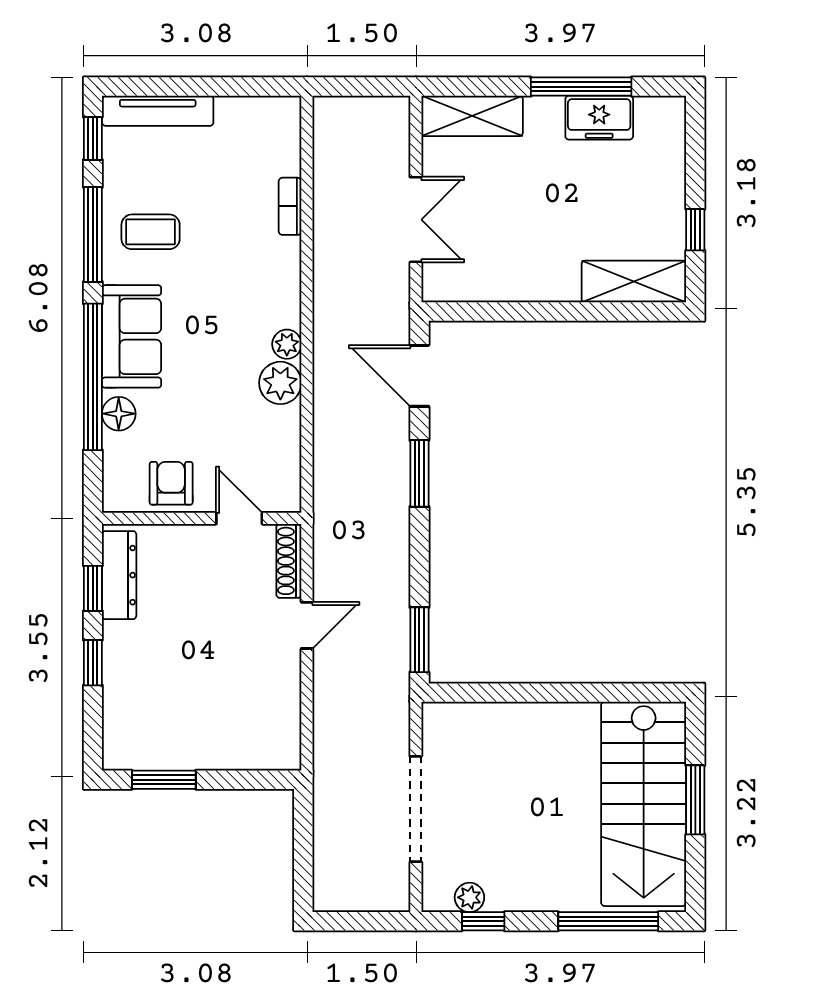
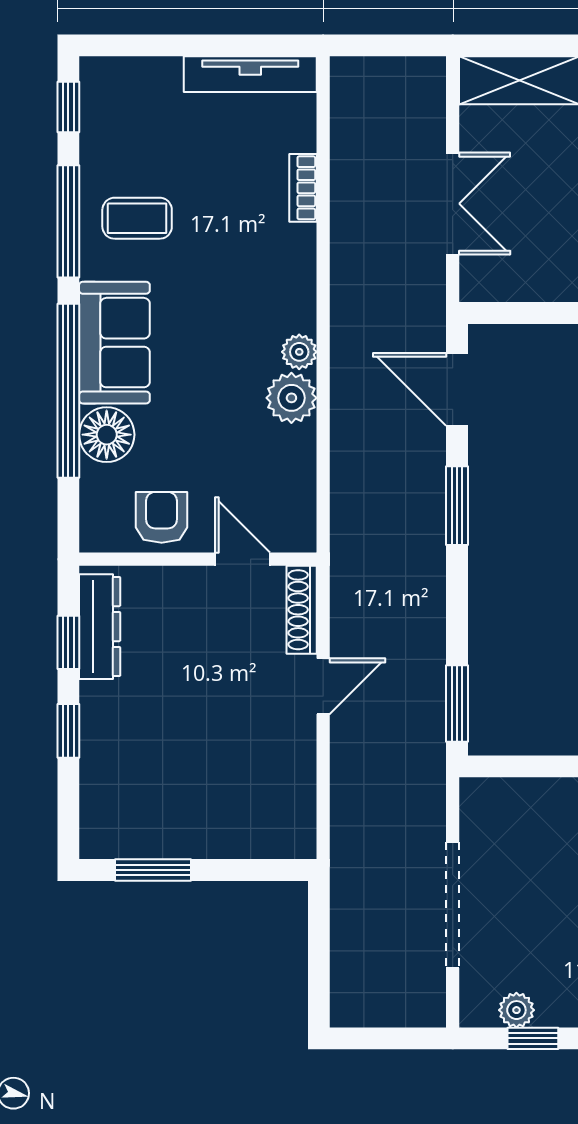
tv unit: (158, 111) -> (250, 74), moved
floor lamp: (119, 414) -> (107, 435), width x1.38, depth x1.38

